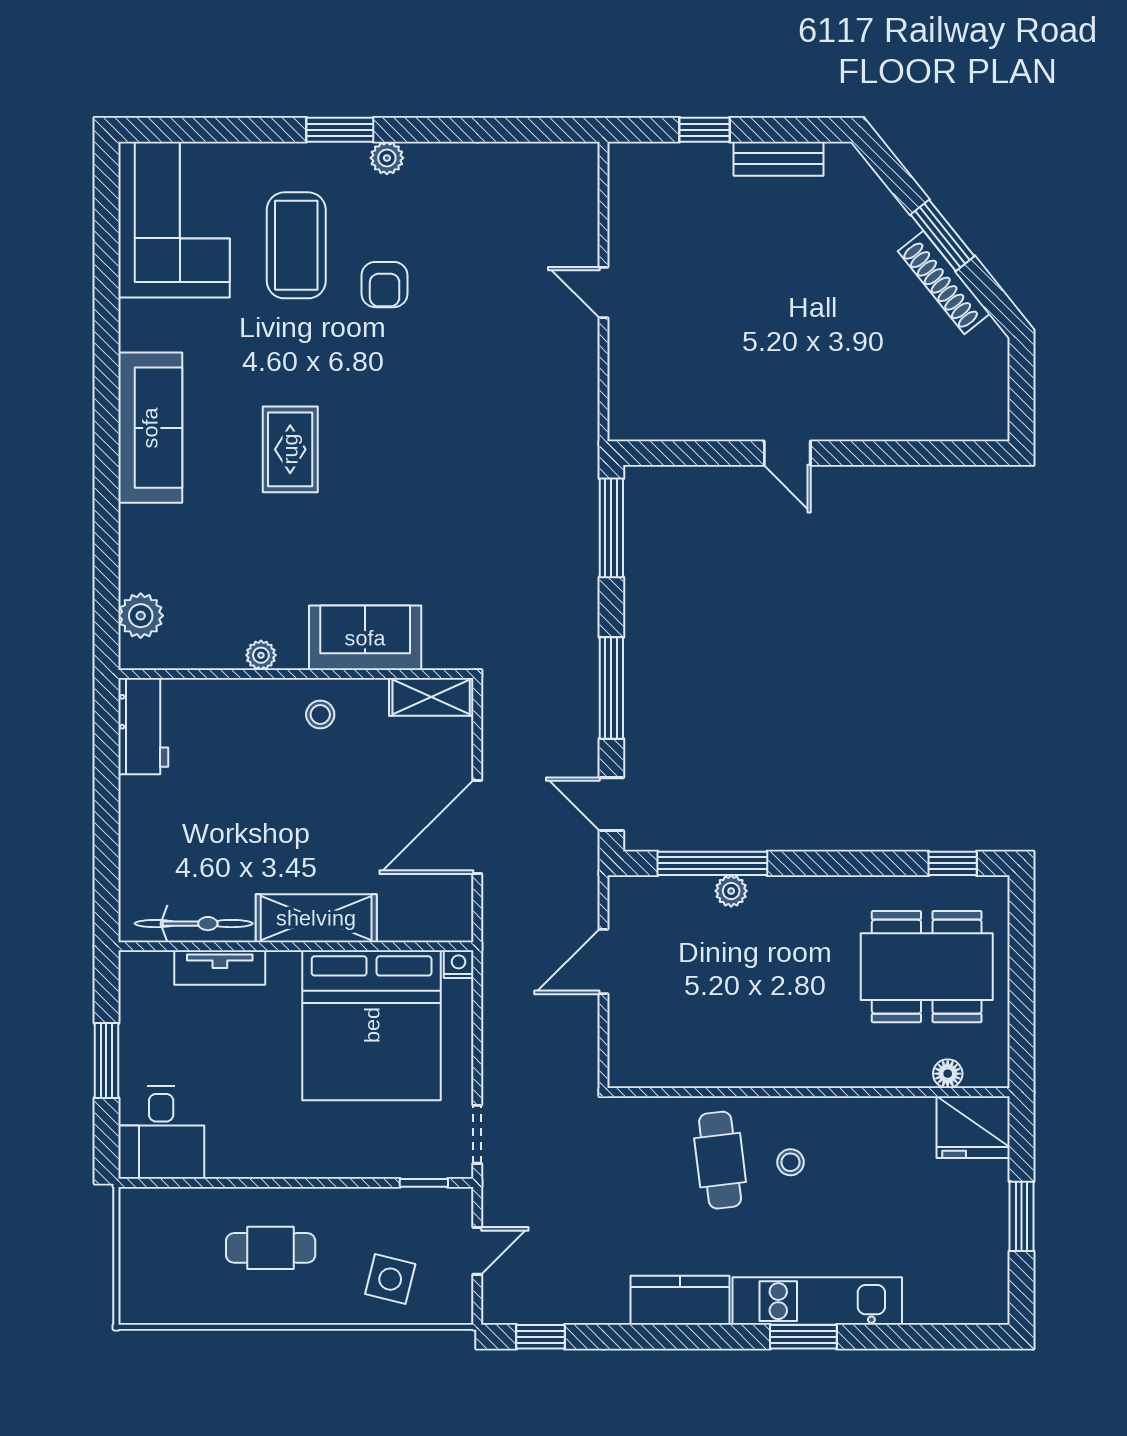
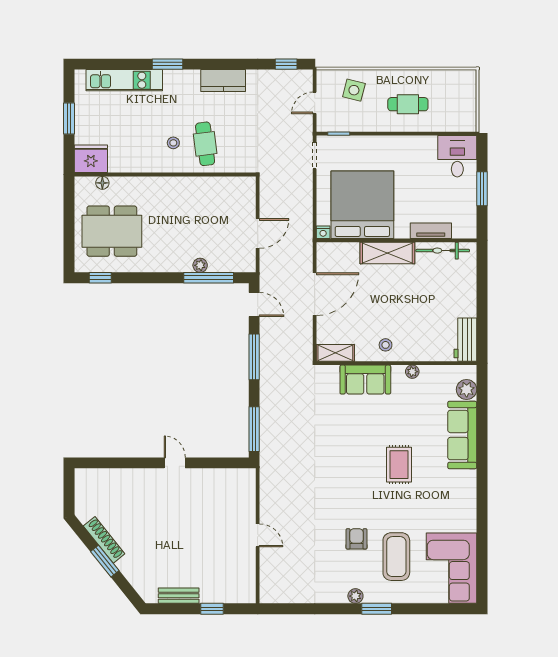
sofa: (150, 428) -> (462, 435), moved
kitchen unit: (817, 1301) -> (124, 80), moved

